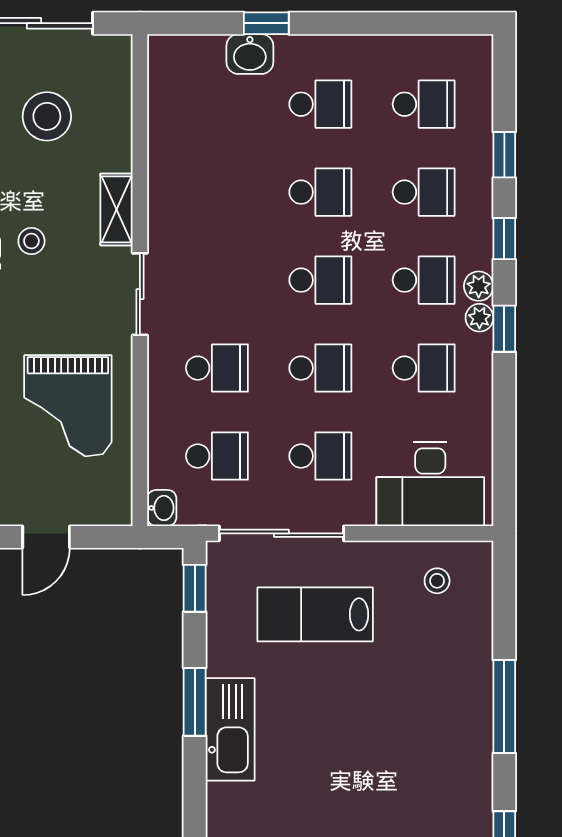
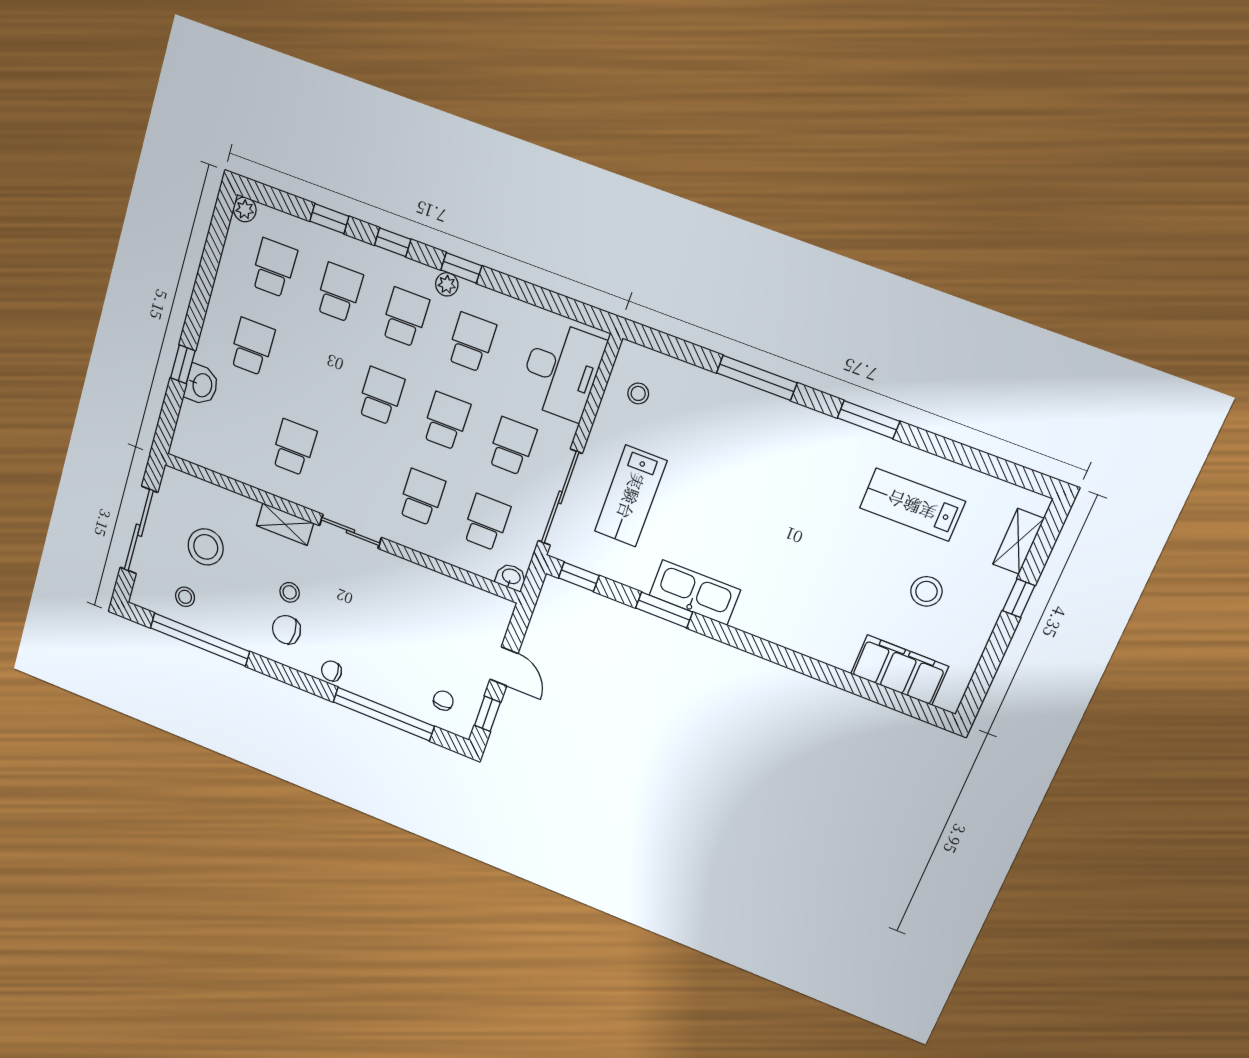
school desk: (320, 192) -> (294, 447), moved
plant: (479, 286) -> (245, 209), moved
grand piano: (68, 406) -> (414, 614), removed

